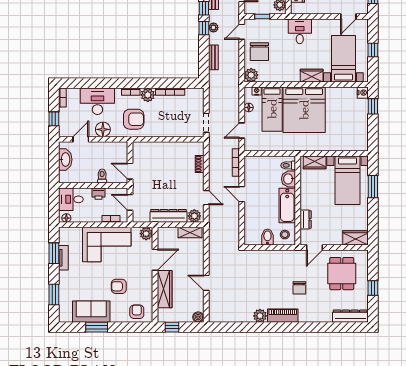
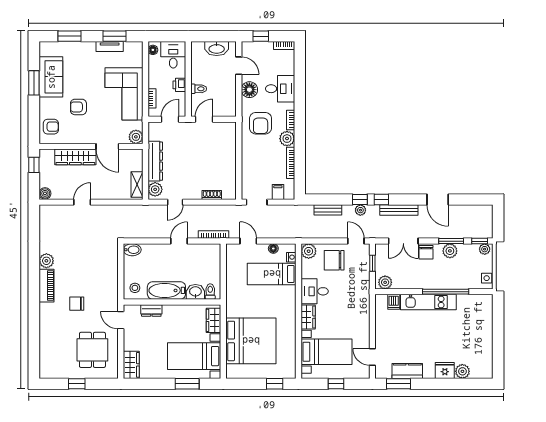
desk: (300, 31) -> (315, 291), moved, turned 180
nightstand: (363, 93) -> (290, 373), removed
desk: (97, 101) -> (280, 89), width x0.73
filing cabinet: (197, 103) -> (278, 192), added
bed: (304, 110) -> (251, 341), moved, turned 180
bidet: (267, 237) -> (132, 250), moved
dining table: (342, 274) -> (92, 350), turned 90
armchair: (119, 286) -> (78, 107), turned -90
dresser: (350, 316) -> (46, 359), removed

